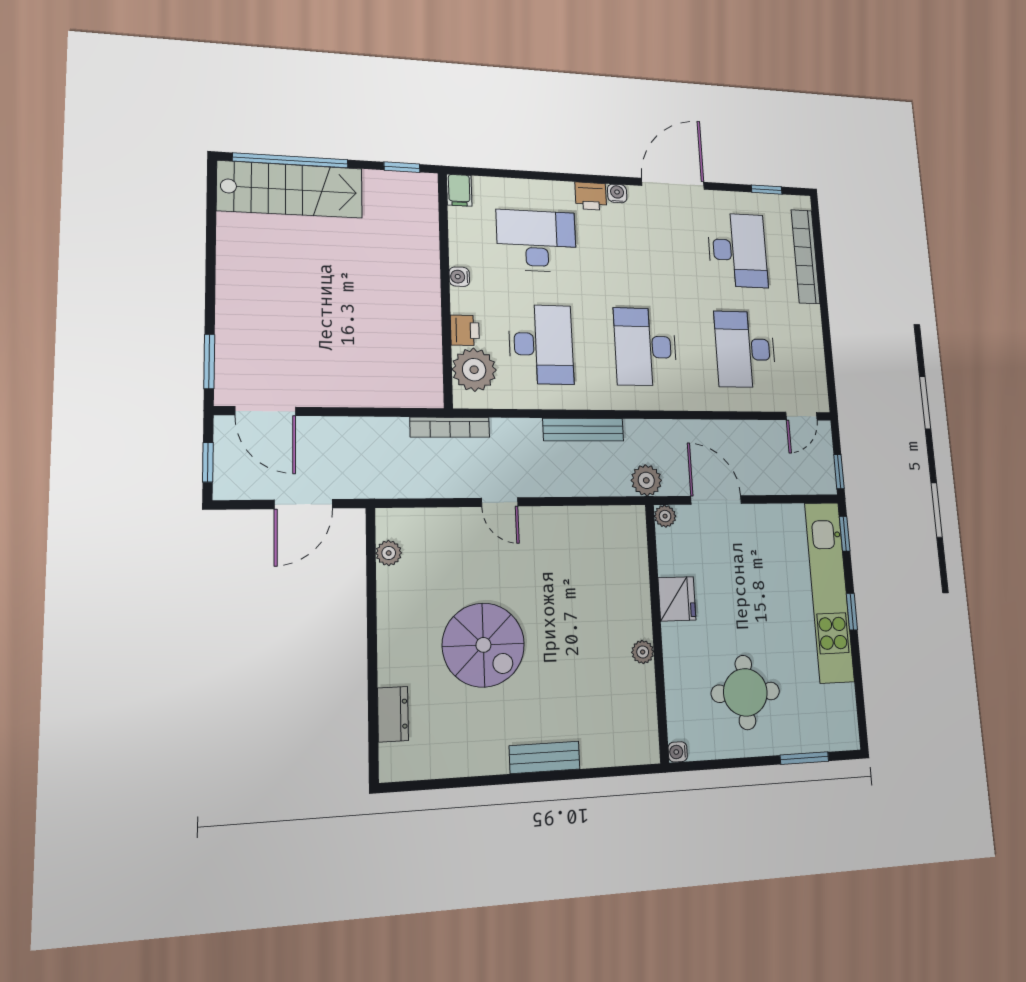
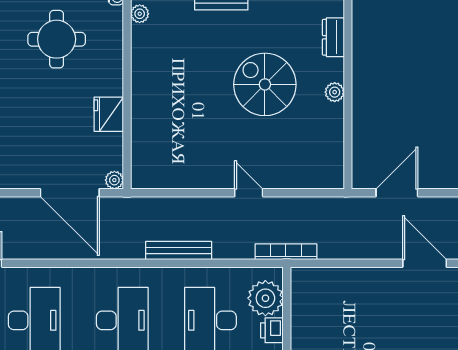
plant: (646, 480) -> (128, 209), removed
door: (716, 500) -> (70, 193), width x1.36
plant: (389, 553) -> (335, 92), moved
plant: (643, 652) -> (140, 14), moved

